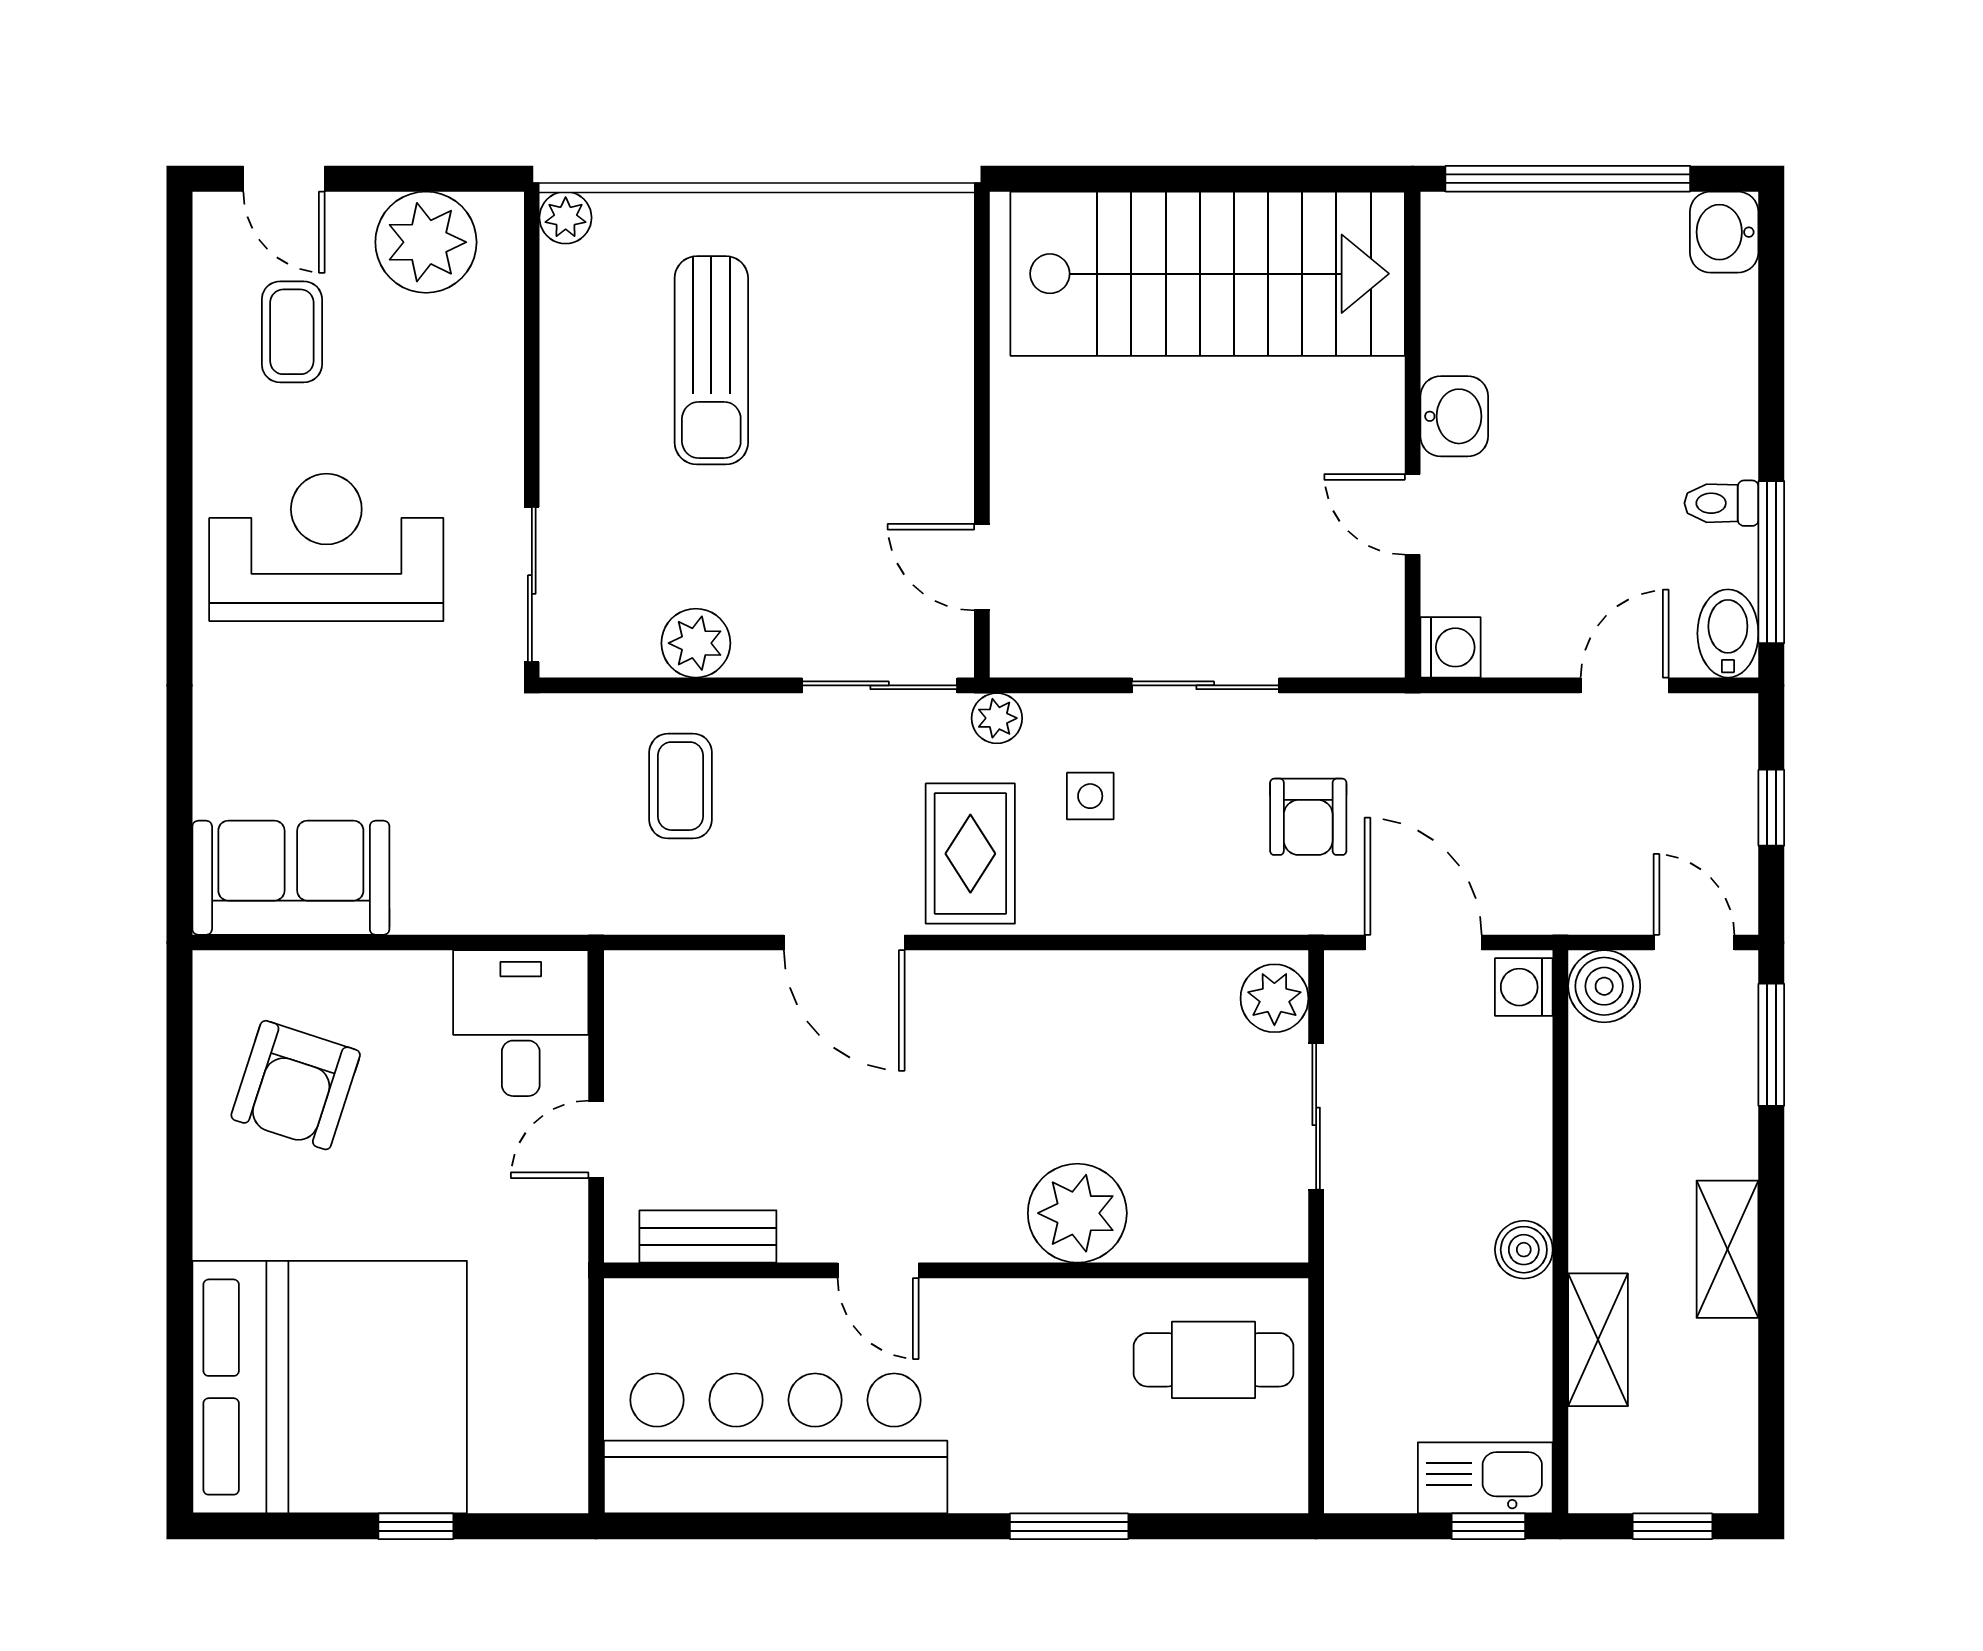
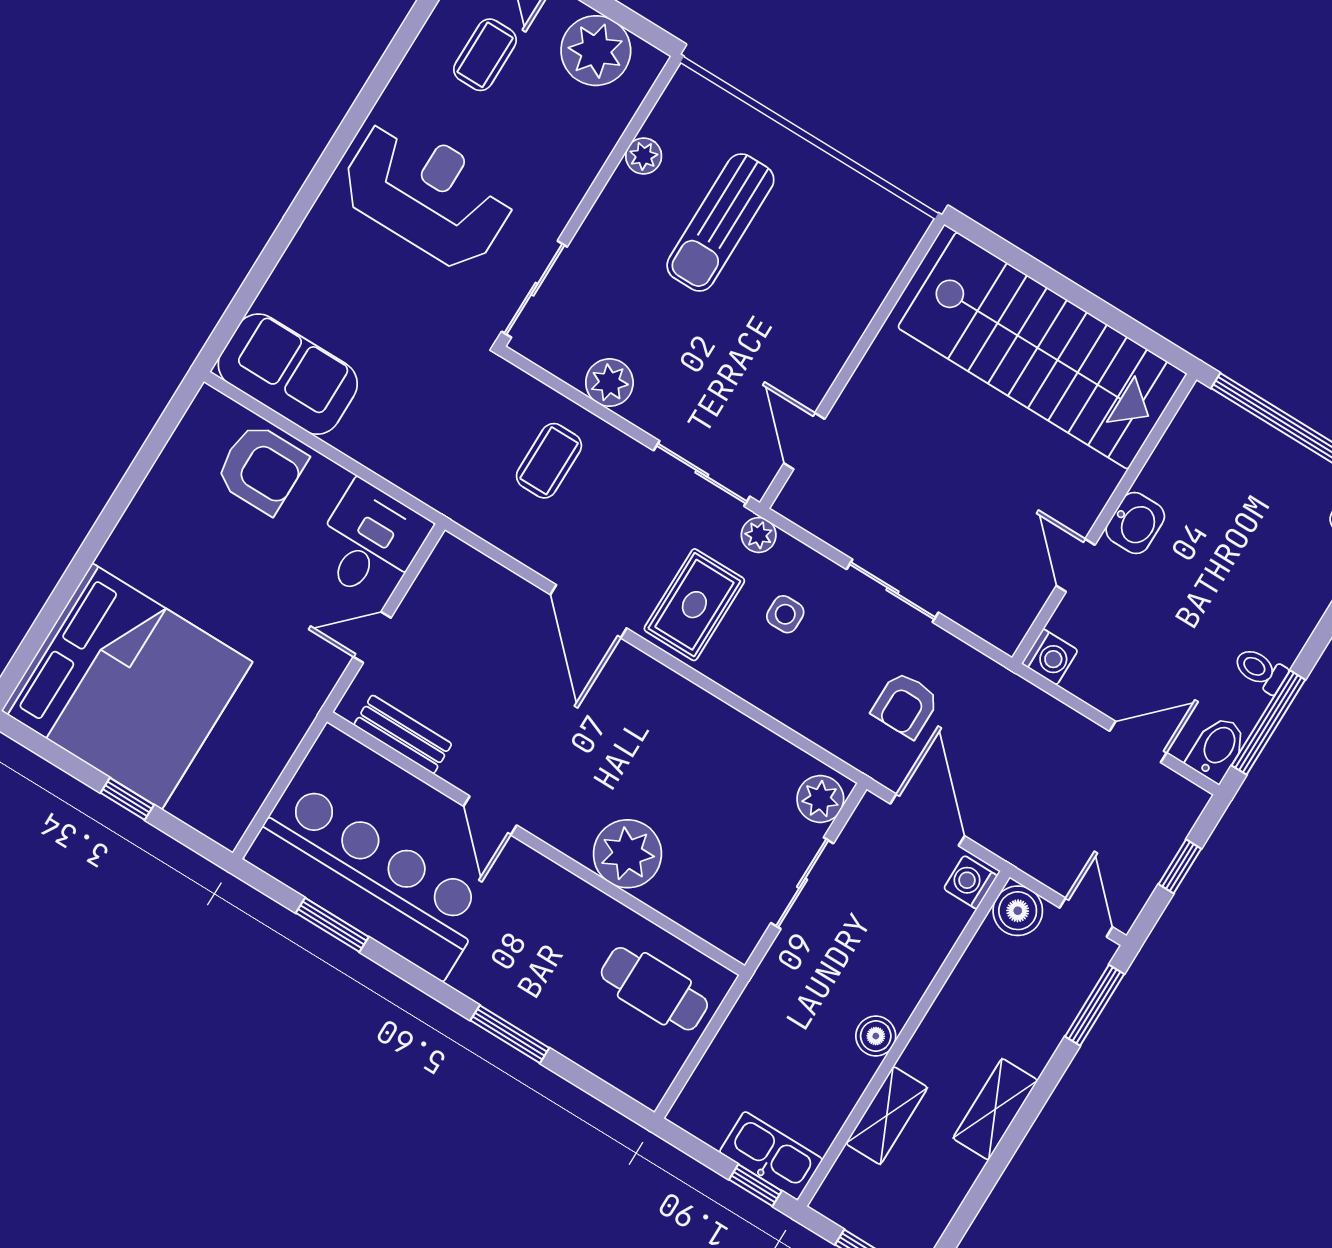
plant: (566, 218) -> (644, 156), moved
armchair: (296, 1085) -> (261, 468), moved, turned -108
window: (766, 1526) -> (332, 925), added

